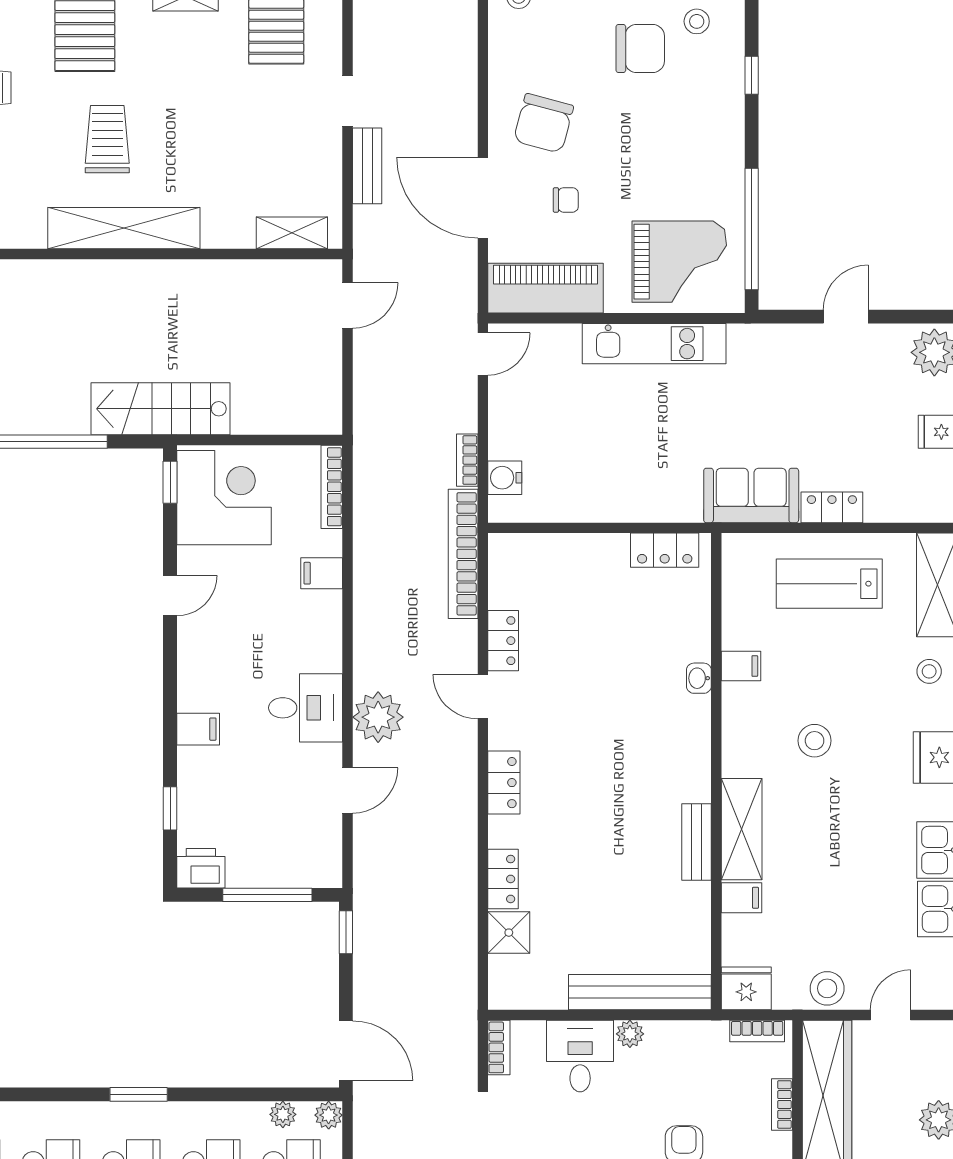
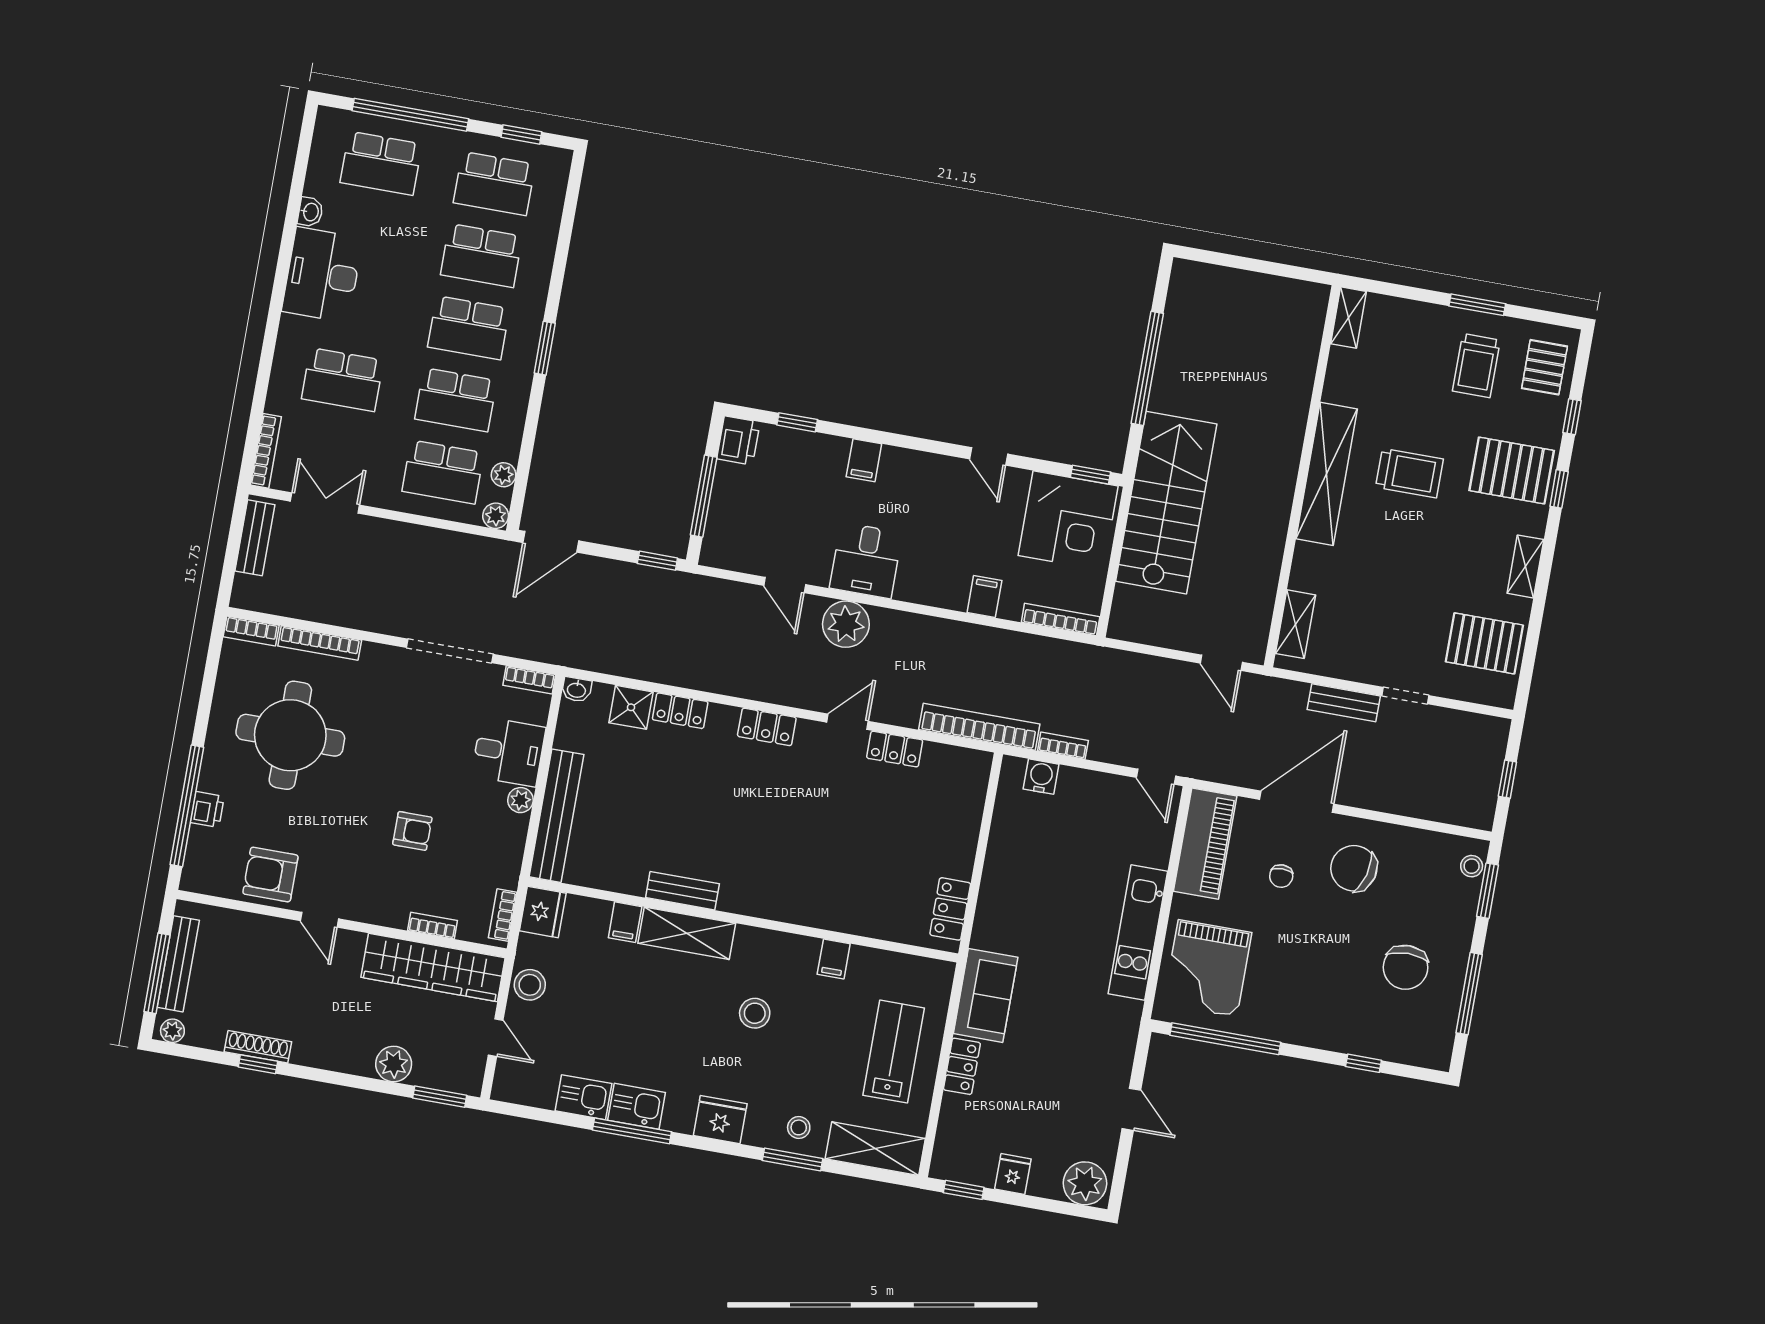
stool: (697, 21) -> (1421, 1022), removed
stairs: (160, 409) -> (1166, 503), width x1.36, depth x1.51
washbasin: (699, 678) -> (577, 690), moved, turned 180

